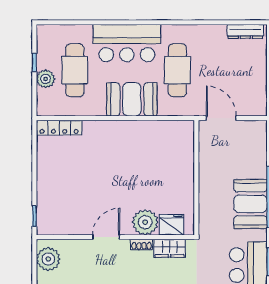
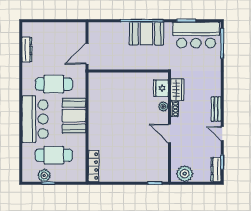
dresser: (245, 31) -> (27, 50), moved
plant: (46, 79) -> (44, 175), moved
plant: (145, 222) -> (163, 106), width x0.53, depth x0.53

